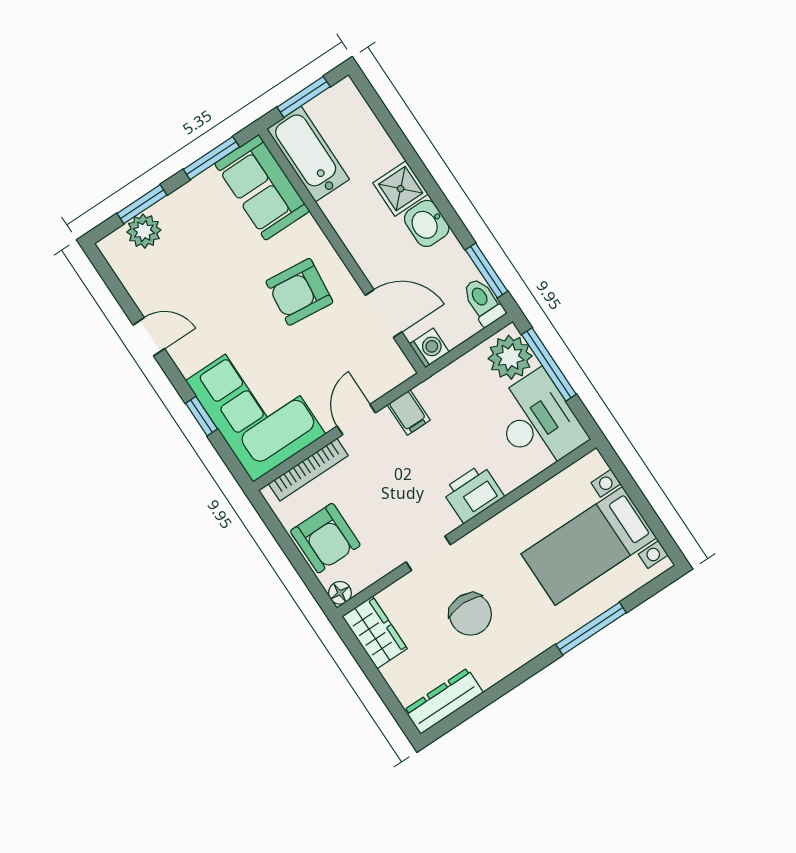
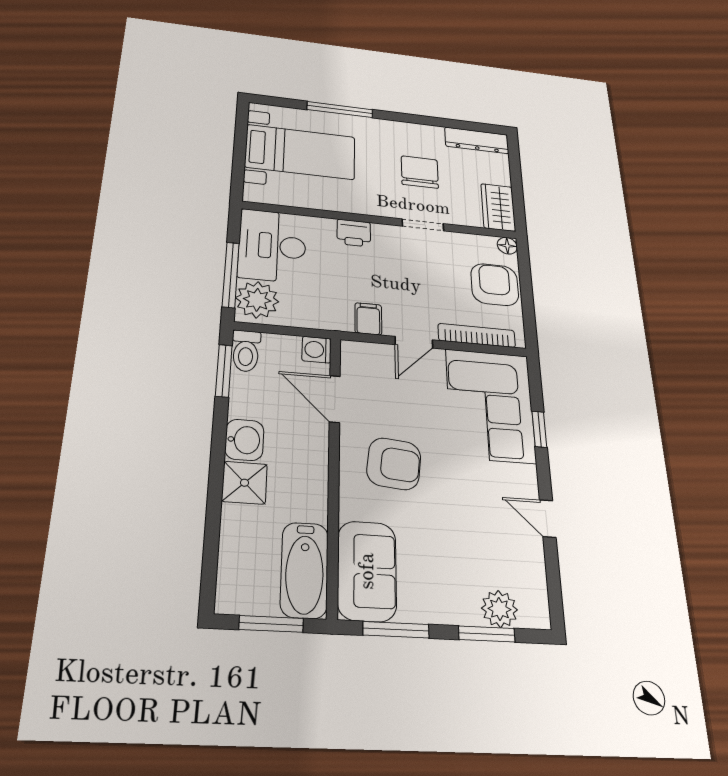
printer: (473, 493) -> (354, 233), width x0.73, depth x0.81

